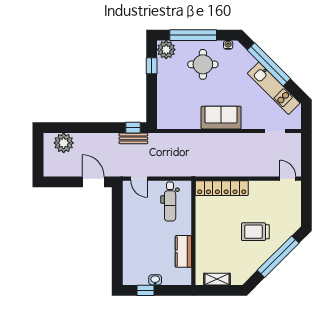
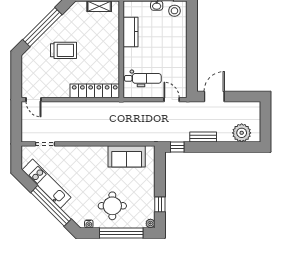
plant: (166, 50) -> (150, 223), width x0.53, depth x0.53
sofa: (221, 118) -> (127, 156), moved
bench: (133, 138) -> (203, 137), moved
door: (93, 182) -> (214, 97), swing flipped
dental chair: (170, 202) -> (143, 78), turned 90
stool: (136, 274) -> (174, 11), added

